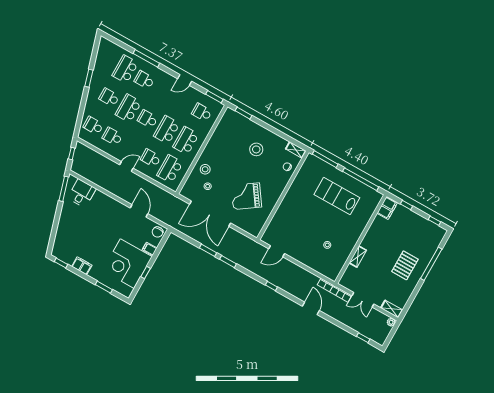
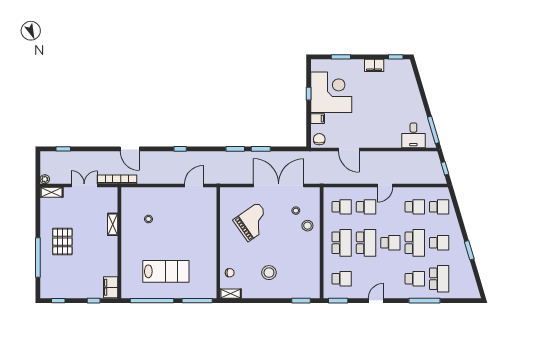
school desk: (170, 169) -> (342, 207), width x0.54

